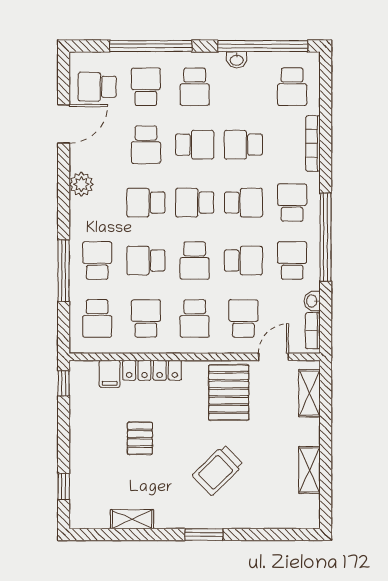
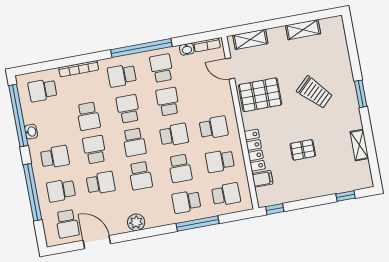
school desk: (292, 87) -> (42, 90), turned 180
school desk: (292, 261) -> (162, 68), turned 90
school desk: (243, 318) -> (207, 94), removed

